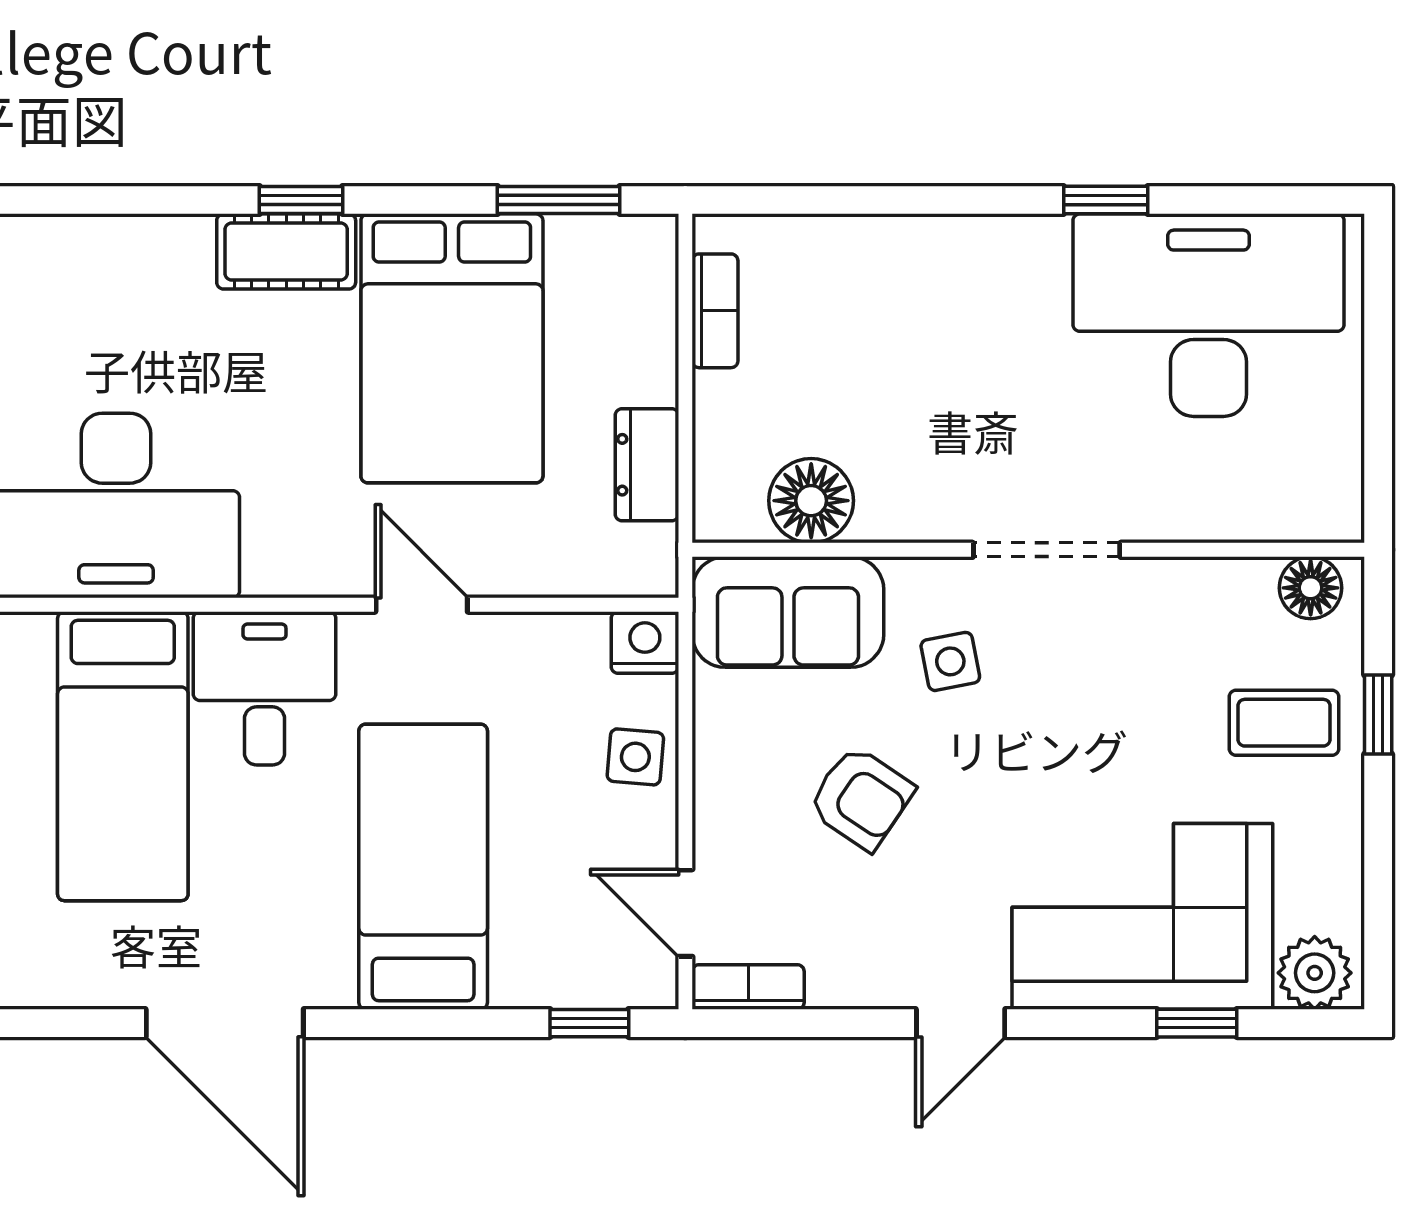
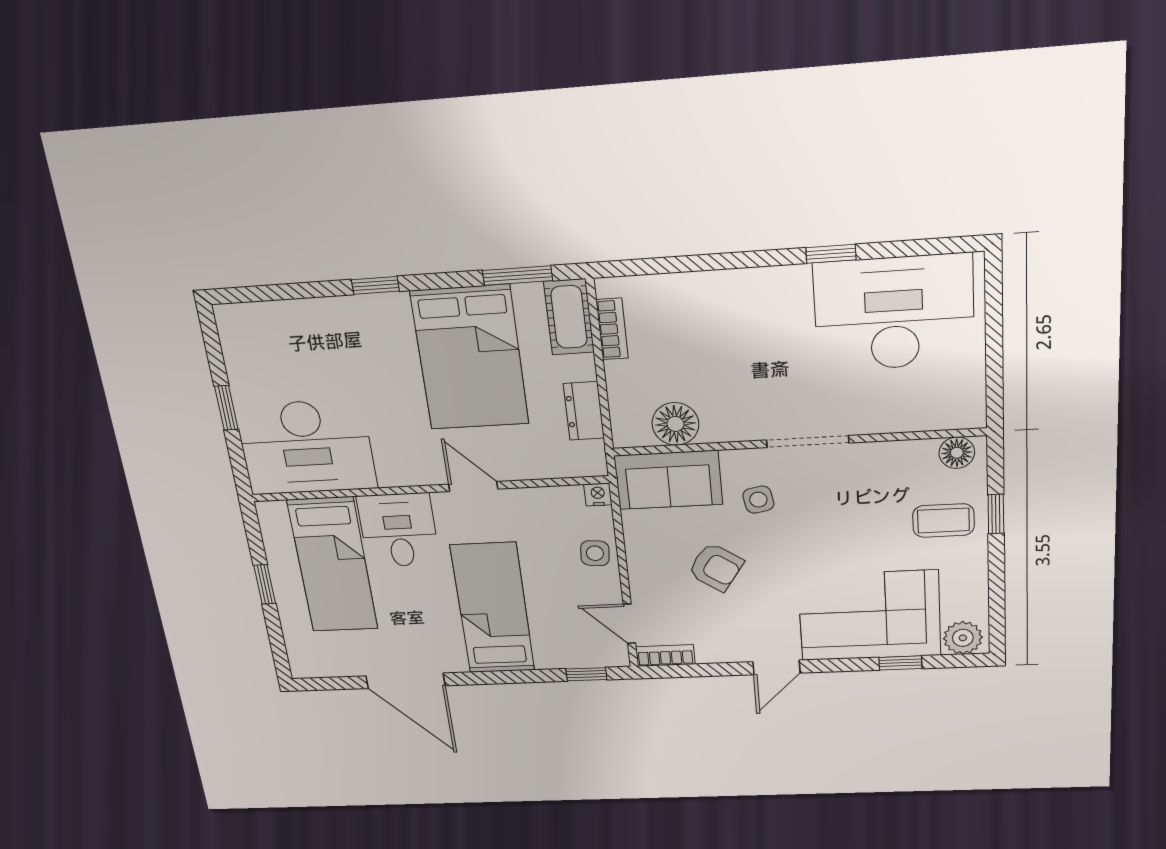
cot: (286, 251) -> (569, 317), moved, turned 90
nightstand: (645, 642) -> (598, 495), width x0.72, depth x0.74

